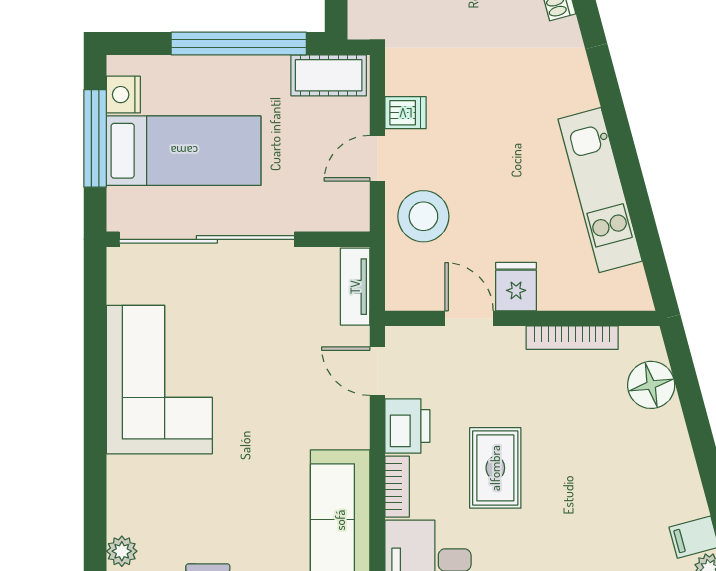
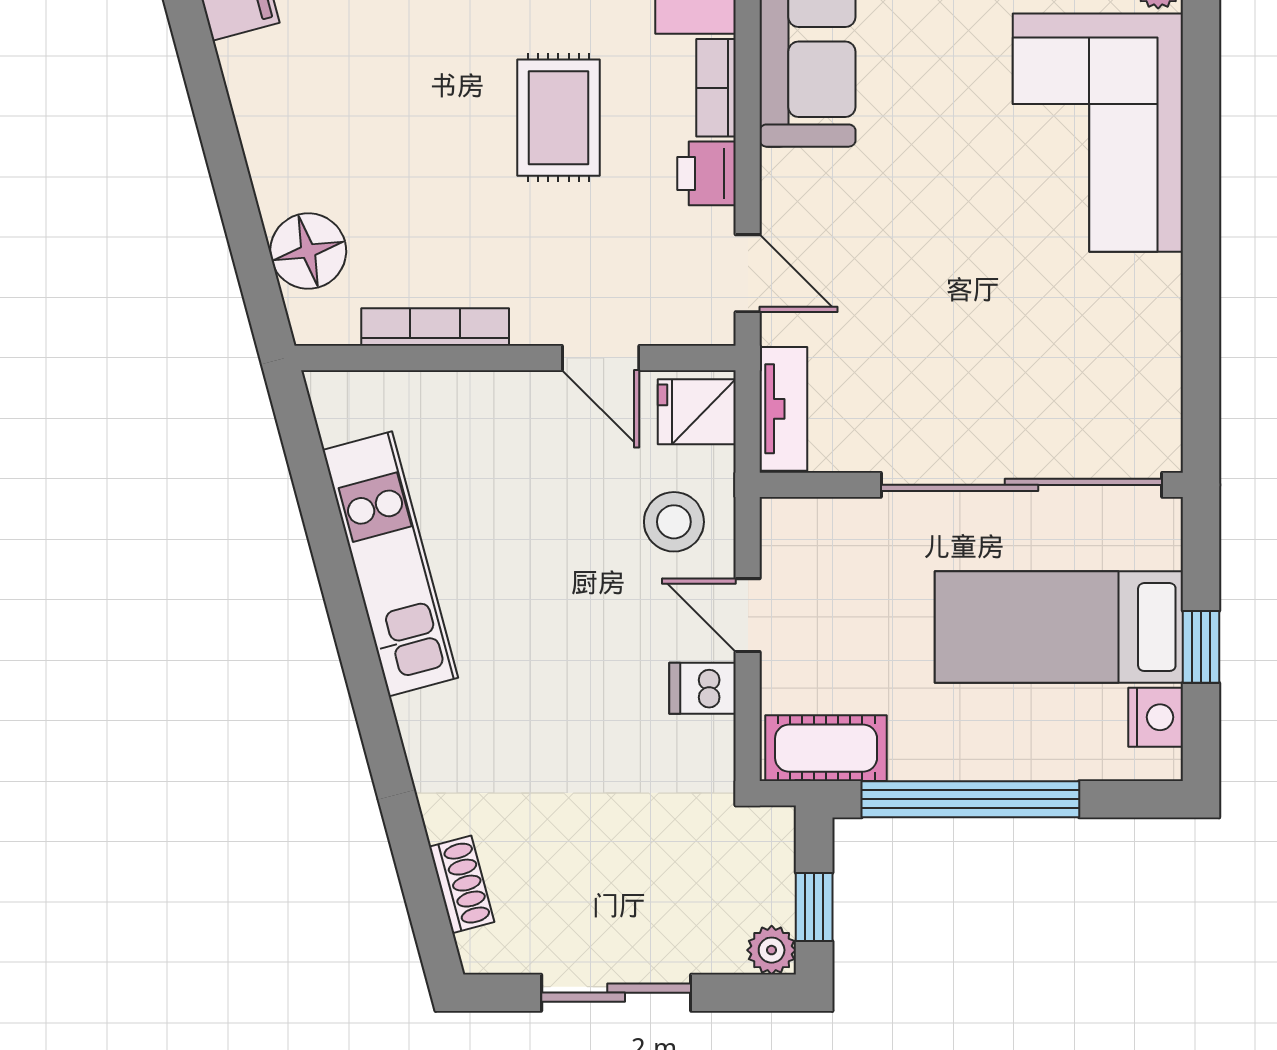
window: (95, 138) -> (1201, 647), width x0.46
door: (377, 158) -> (748, 615), swing flipped
stool: (423, 216) -> (674, 522), width x0.73, depth x0.73
fridge: (516, 287) -> (697, 412), moved, turned 90
corner sofa: (159, 380) -> (1098, 133), moved
printer: (407, 426) -> (706, 173), width x0.73, depth x0.81

